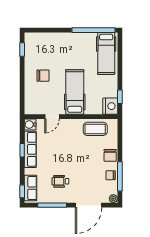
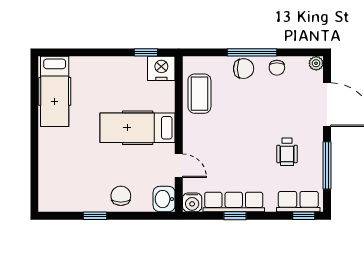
window: (93, 30) -> (34, 97), removed
window: (22, 50) -> (95, 216), moved
hospital bed: (106, 53) -> (55, 91), moved, turned 90
chair: (43, 76) -> (121, 196), moved
washbasin: (32, 108) -> (164, 199), added
window: (120, 176) -> (252, 52), moved

